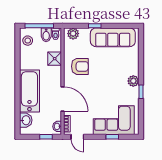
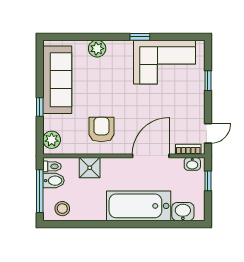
plant: (133, 81) -> (97, 49), moved
corner sofa: (114, 120) -> (165, 62), moved, turned -90

